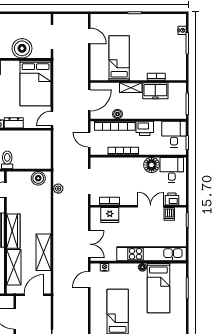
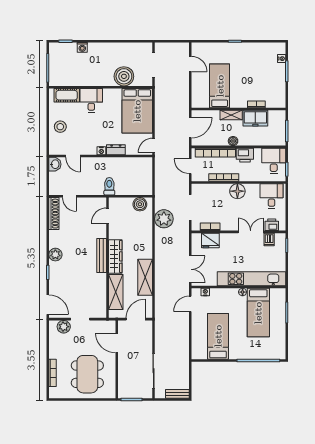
boiler: (118, 114) -> (233, 141), moved
floor lamp: (152, 165) -> (237, 191), moved
plant: (58, 189) -> (164, 219), width x1.88, depth x1.88

